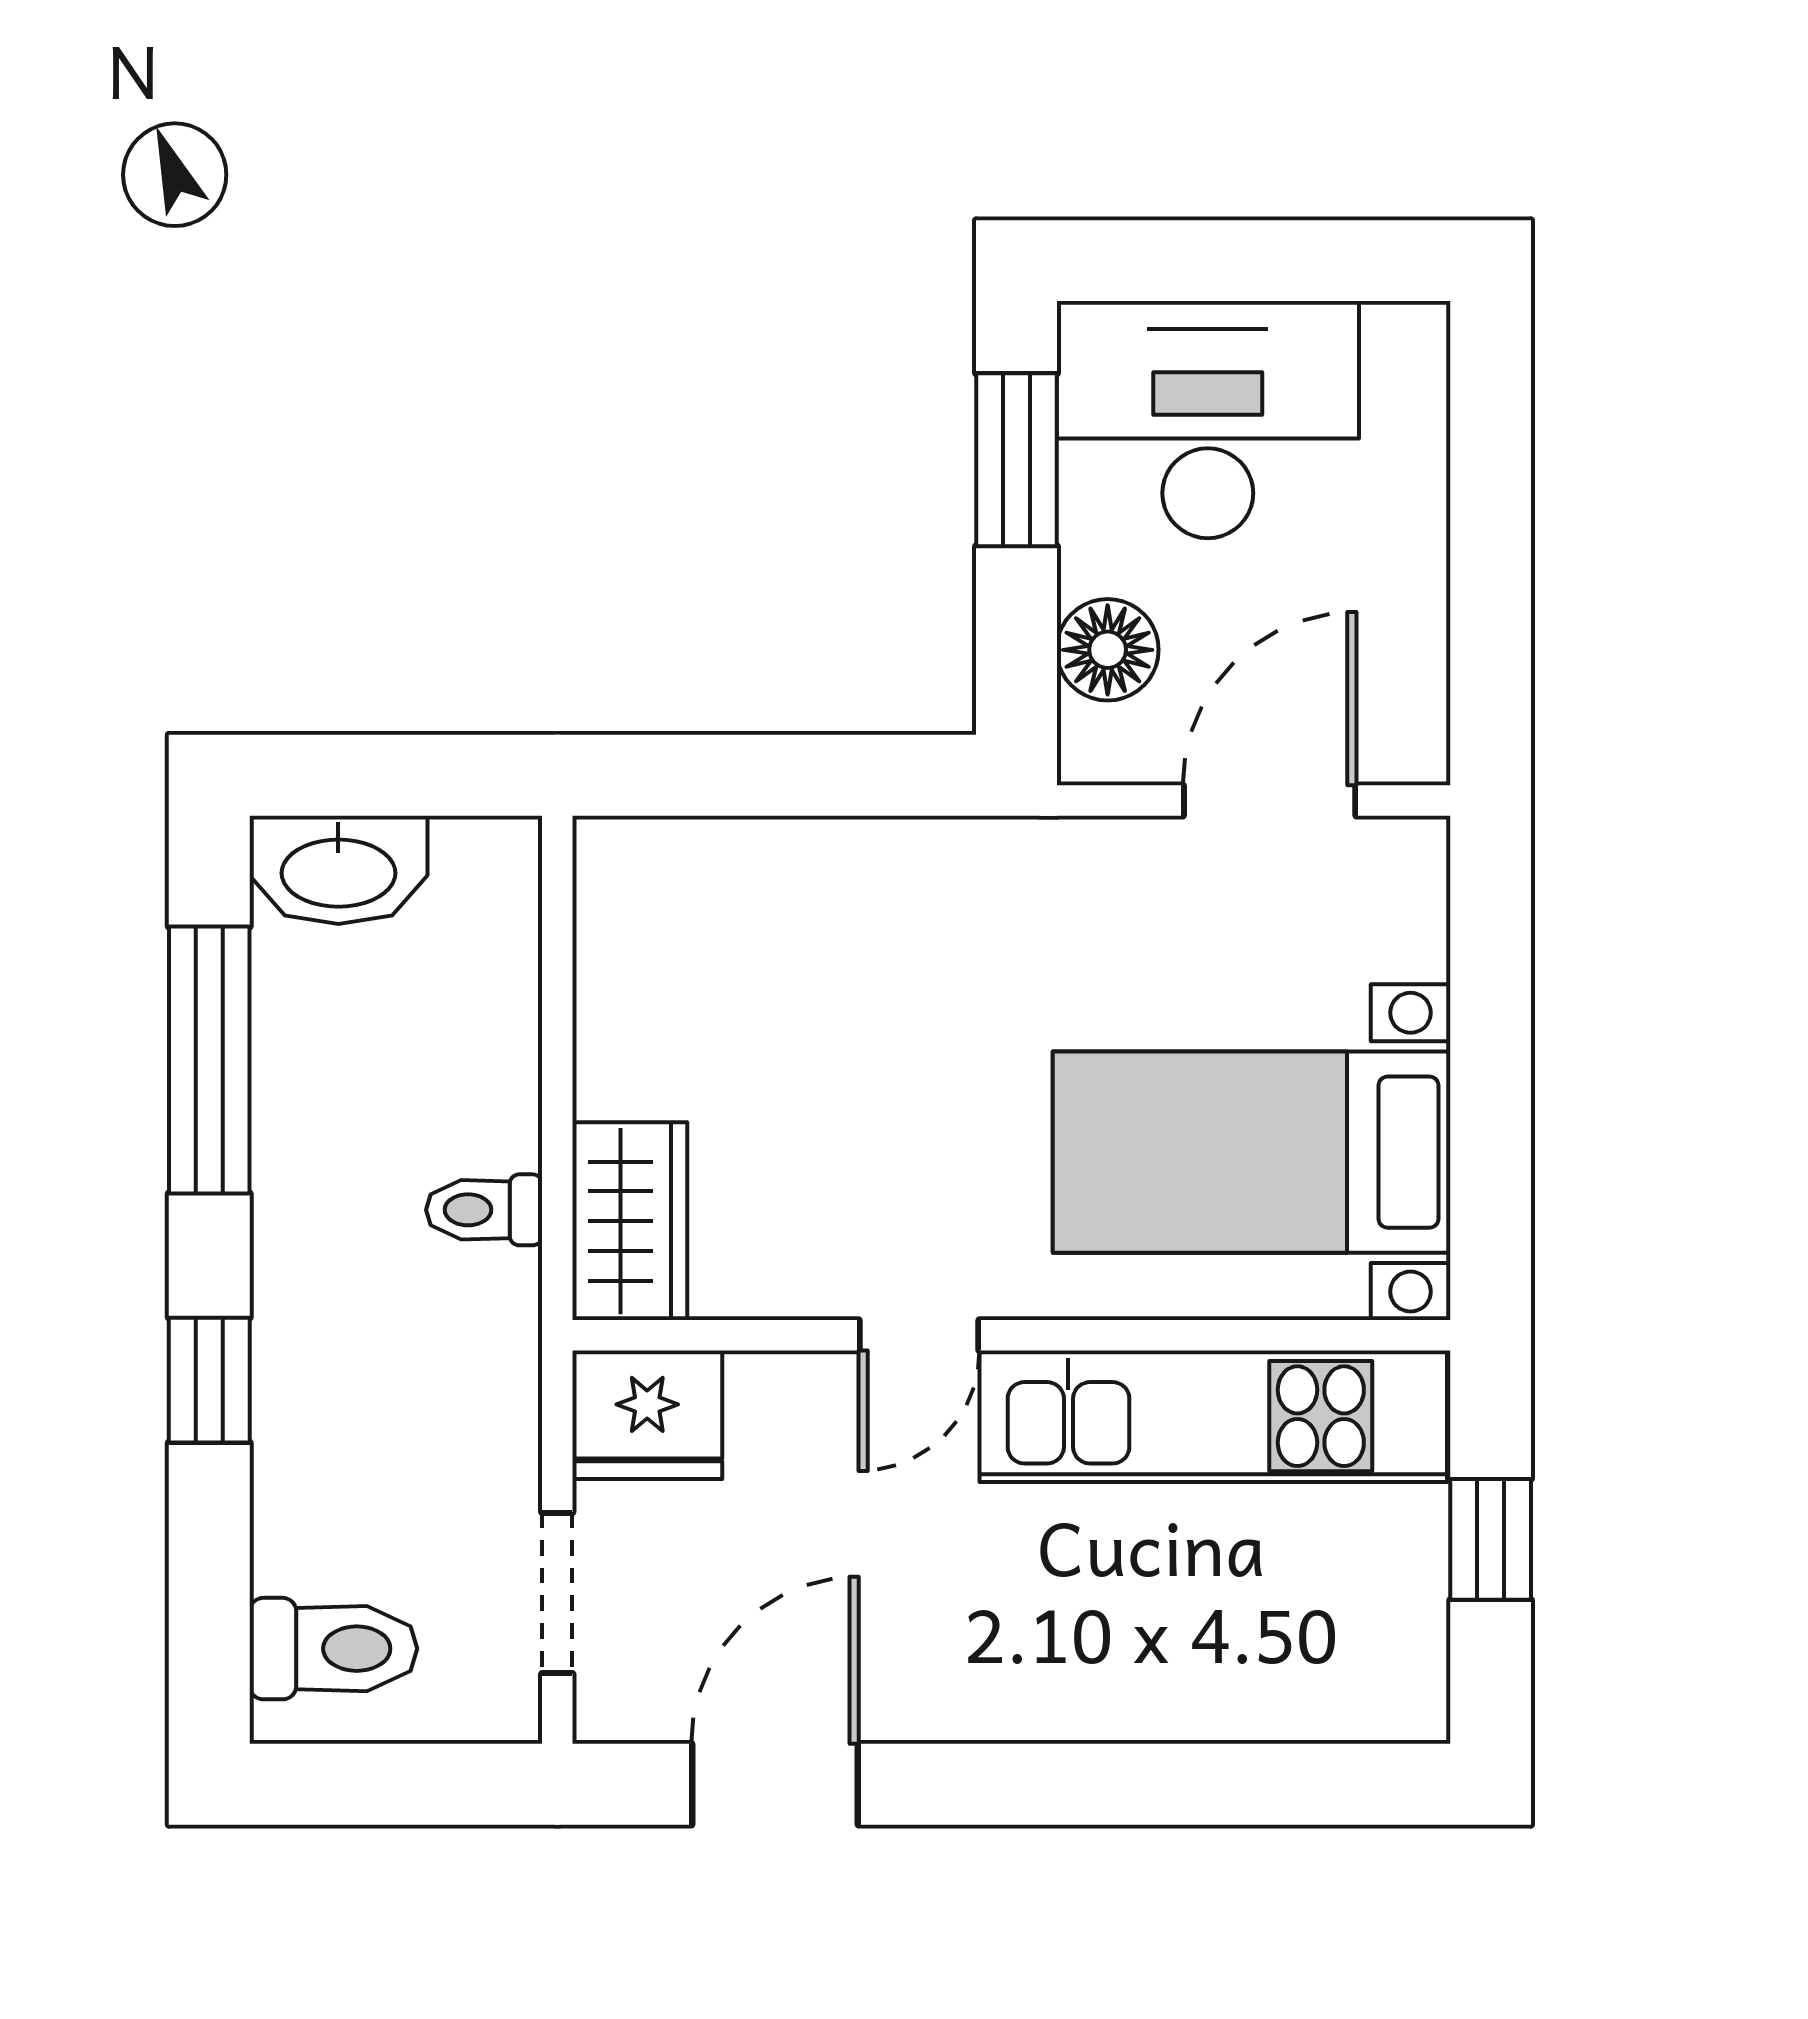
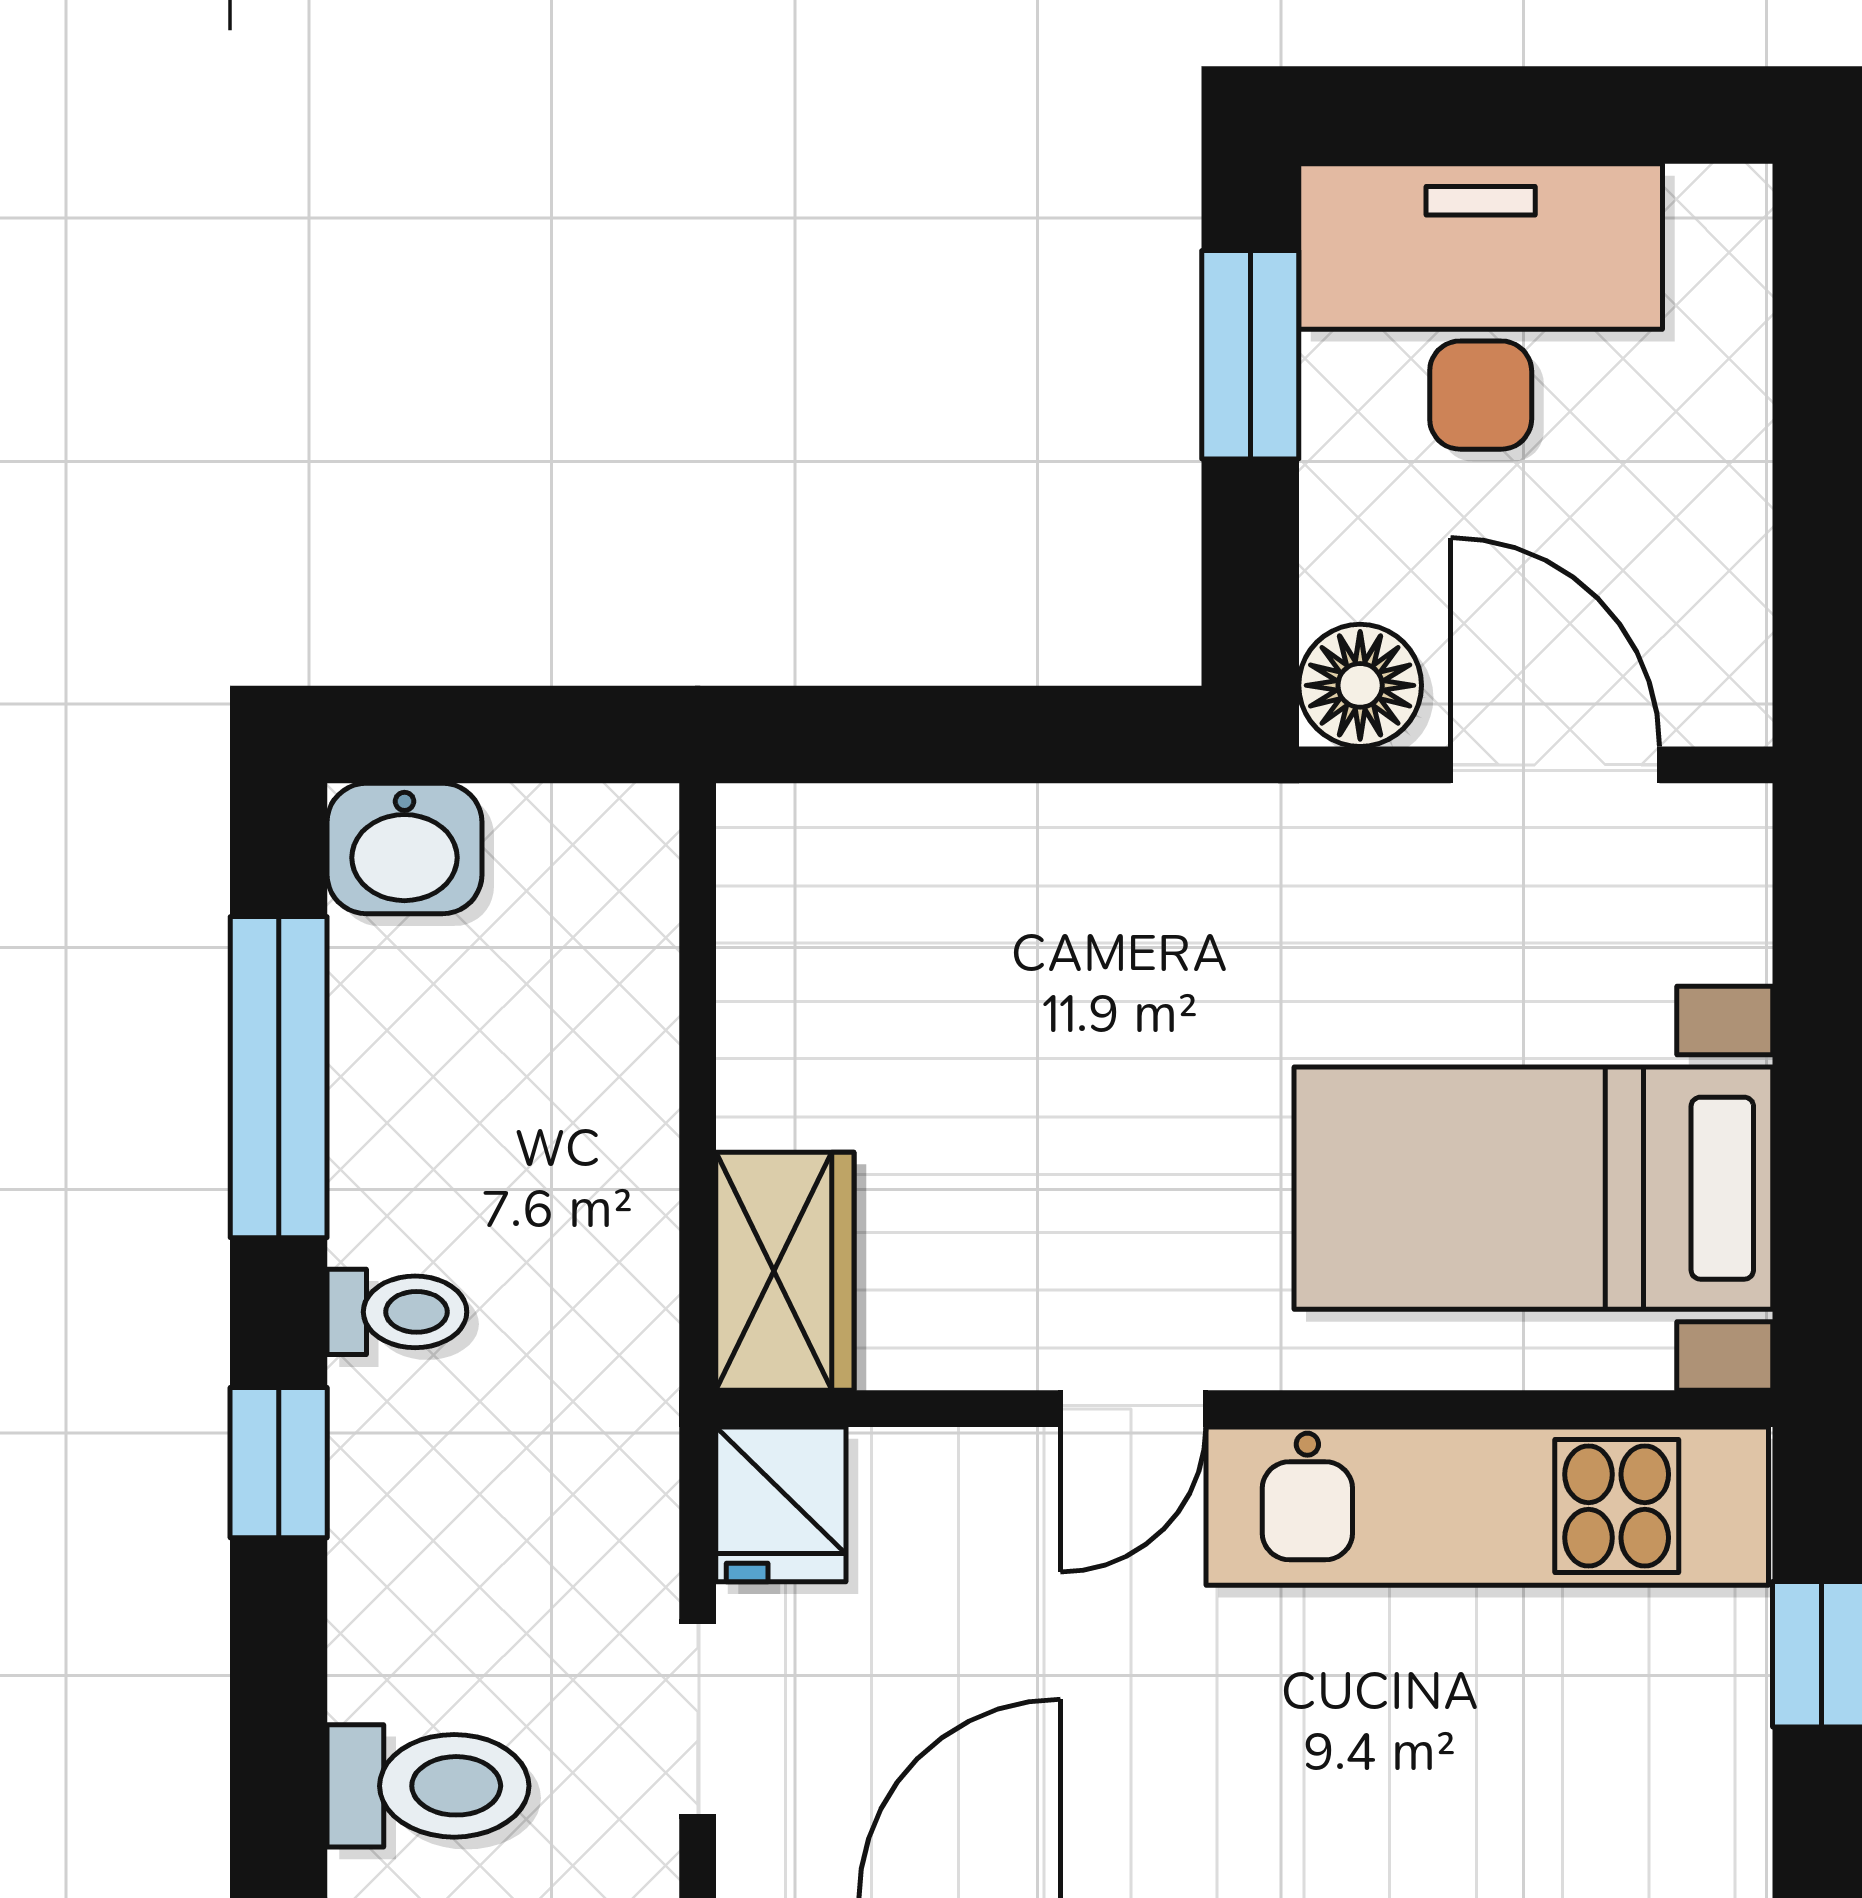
floor lamp: (1108, 650) -> (1360, 685), moved
door: (1270, 800) -> (1555, 765), hinge flipped
washbasin: (338, 870) -> (404, 848), width x0.72
toilet: (484, 1210) -> (397, 1312), moved, turned 180
fridge: (647, 1415) -> (781, 1504), width x0.72

